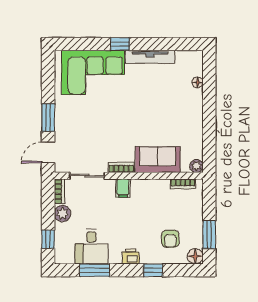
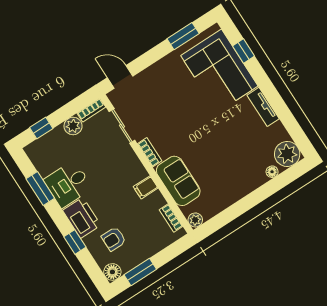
window: (120, 44) -> (244, 51), moved
tv unit: (150, 57) -> (263, 107), width x0.71
plant: (191, 62) -> (287, 154), added
window: (48, 118) -> (183, 36), moved
filing cabinet: (123, 188) -> (146, 187), moved
desk: (91, 247) -> (68, 184), moved
printer: (131, 256) -> (82, 218), width x1.87, depth x1.48

